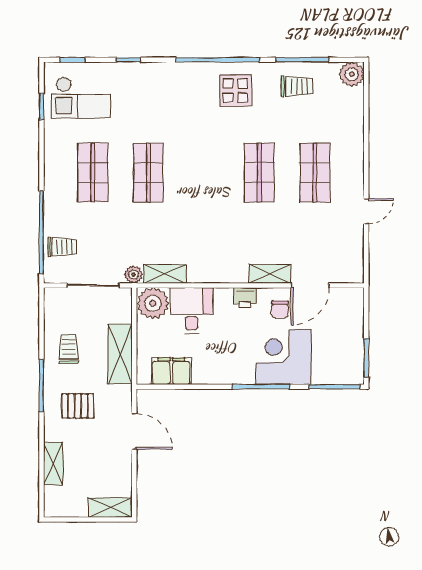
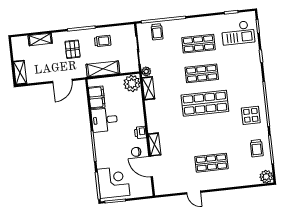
checkout: (81, 98) -> (238, 33), turned -90
shop shelf: (259, 173) -> (205, 103), moved, width x1.43, depth x1.36
desk: (192, 311) -> (104, 120), moved, turned 180
corner desk: (284, 357) -> (114, 182), moved

